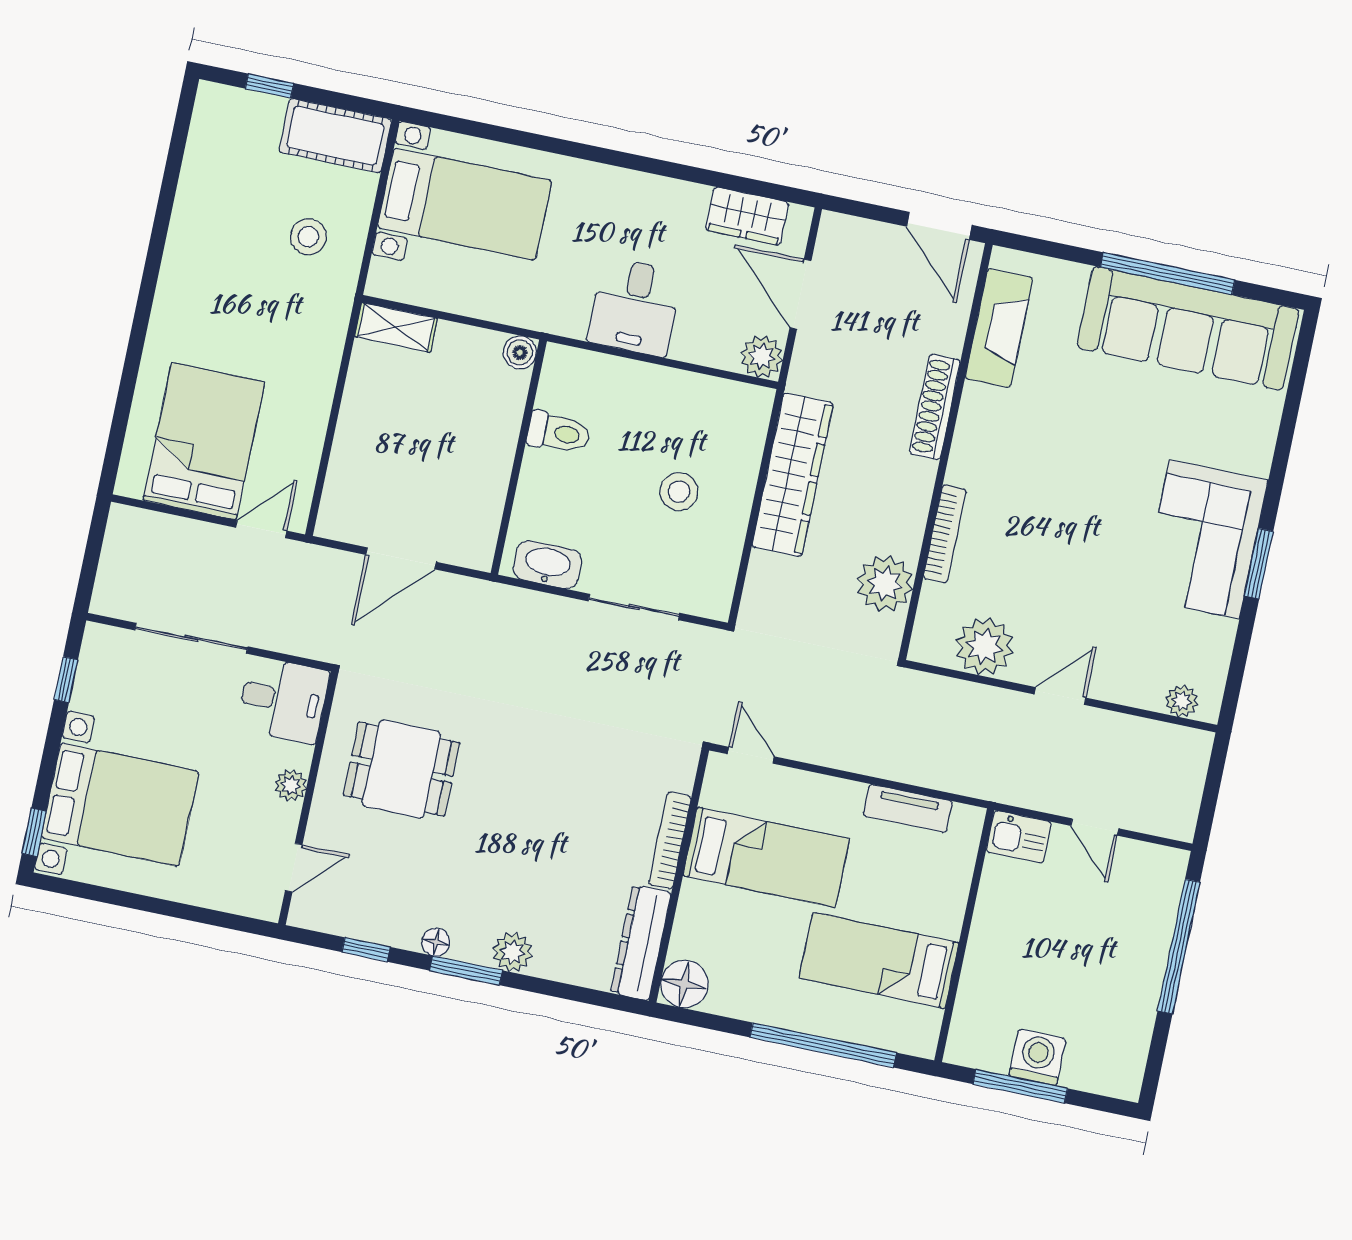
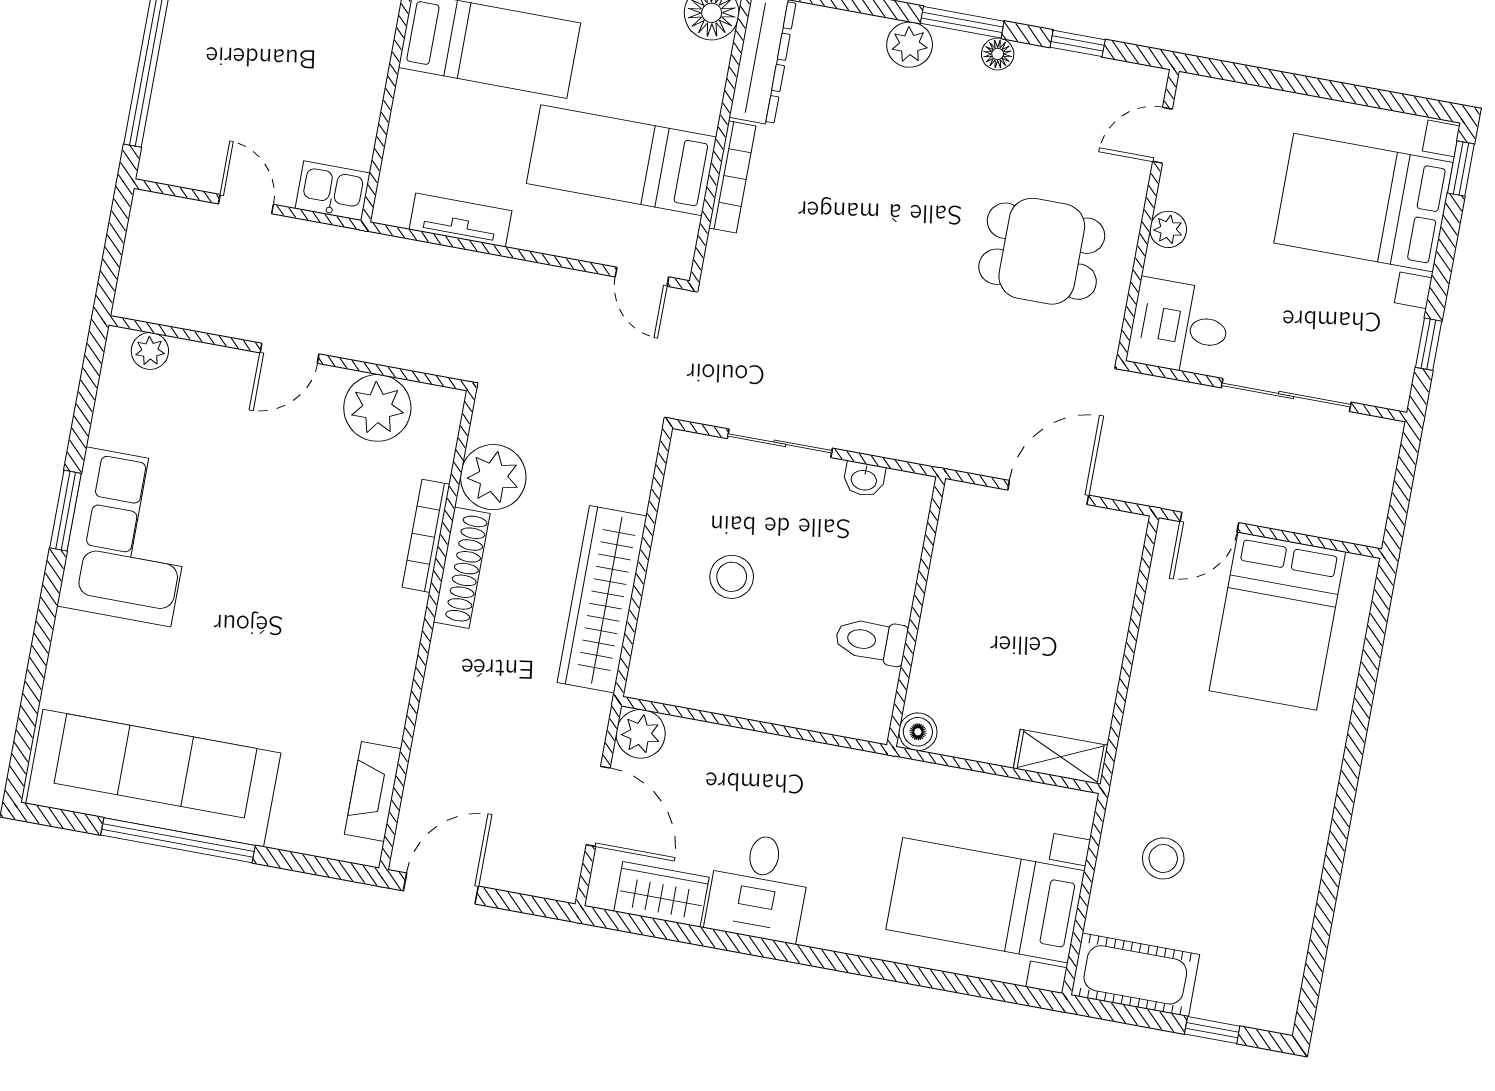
door: (939, 226) -> (441, 889), hinge flipped
desk: (635, 307) -> (759, 887), moved, turned 180
fireplace: (999, 328) -> (373, 791), width x0.73, depth x0.76
shoe rack: (935, 407) -> (462, 568), moved
washbasin: (547, 565) -> (864, 479), width x0.52, depth x0.69

